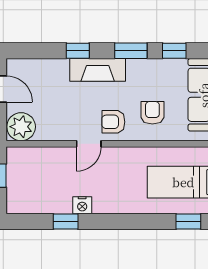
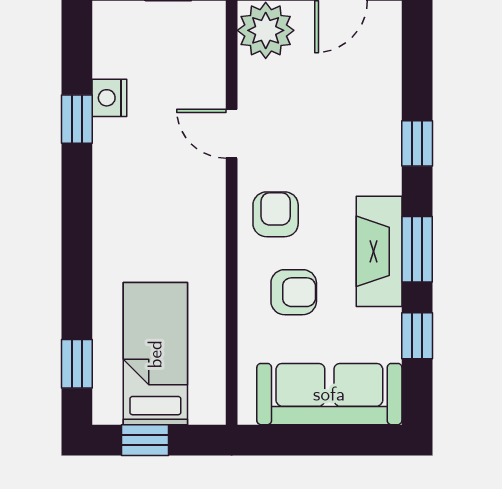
fireplace: (98, 70) -> (379, 251), moved
door: (89, 144) -> (232, 134), moved
nightstand: (82, 205) -> (109, 98), moved

